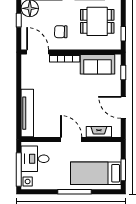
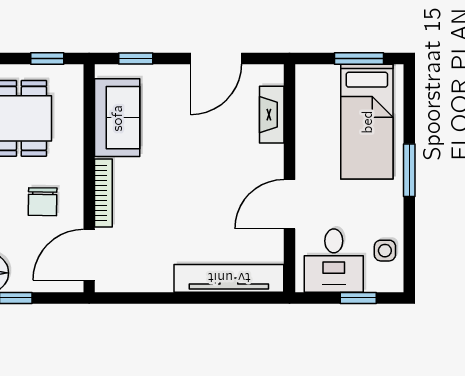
door: (71, 139) -> (290, 204), moved
window: (19, 170) -> (358, 298), width x0.46
side table: (28, 181) -> (385, 251), moved
window: (75, 192) -> (409, 170), width x0.69

